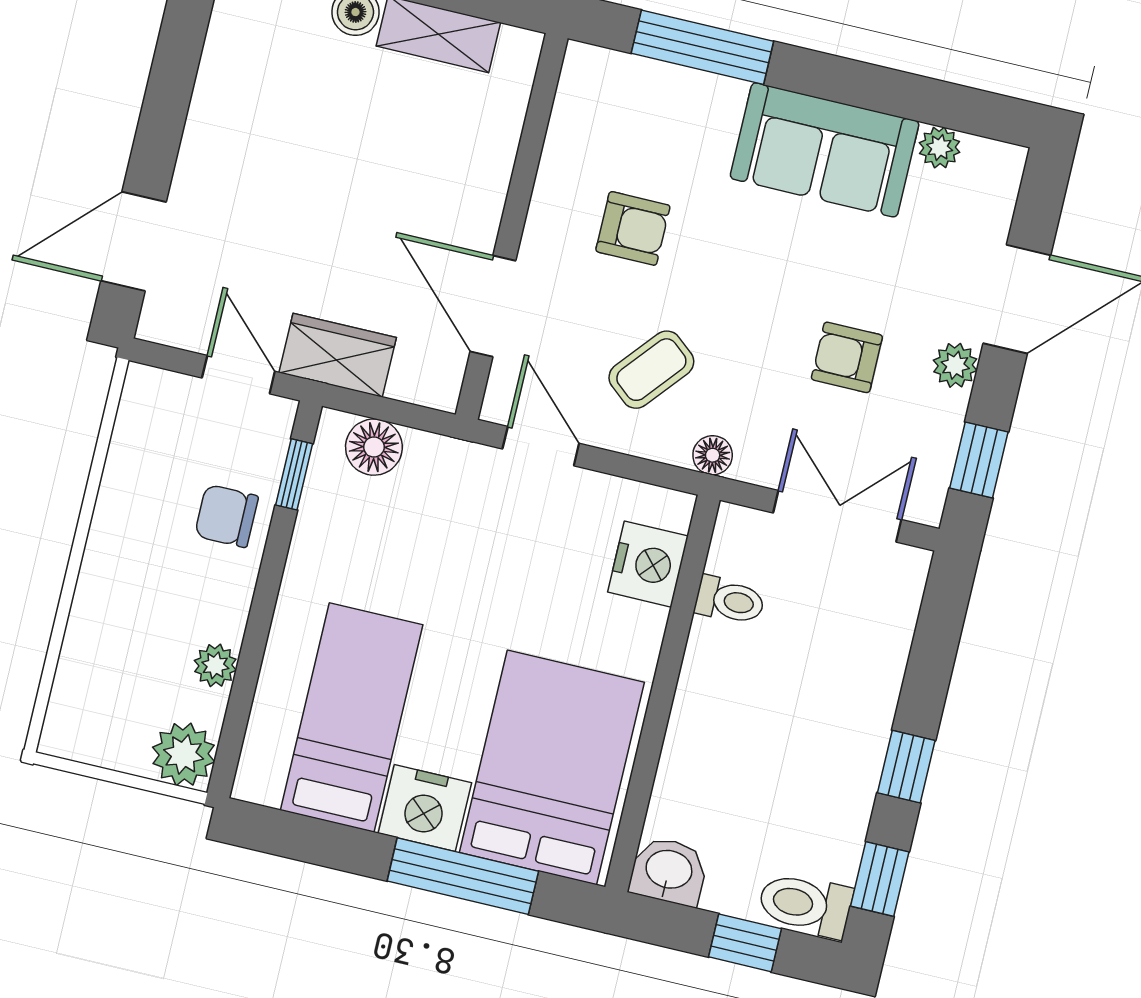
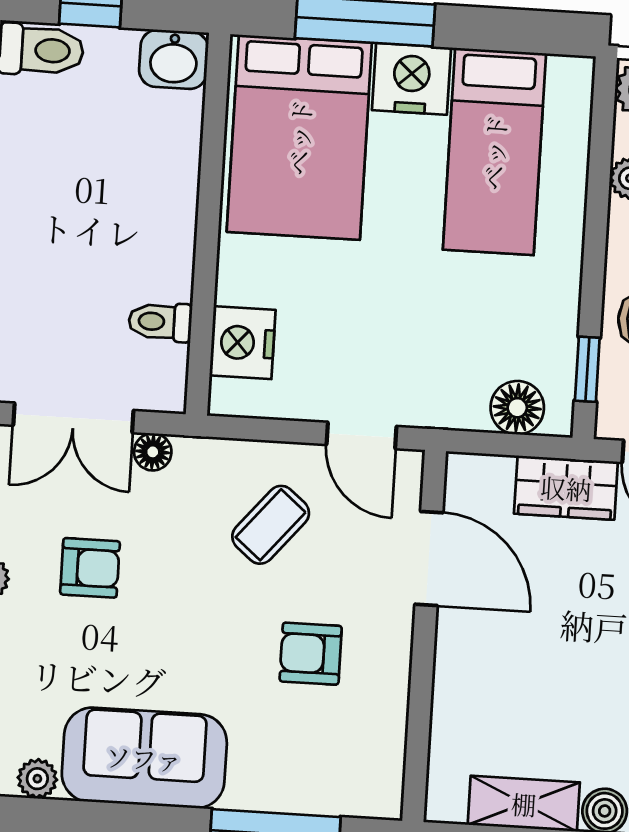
floor lamp: (713, 455) -> (153, 452), moved

